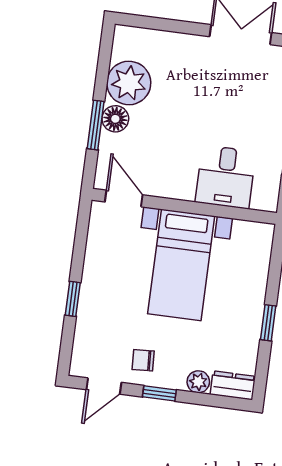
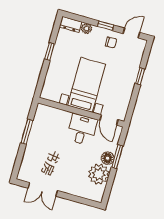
desk: (226, 177) -> (82, 130), moved

